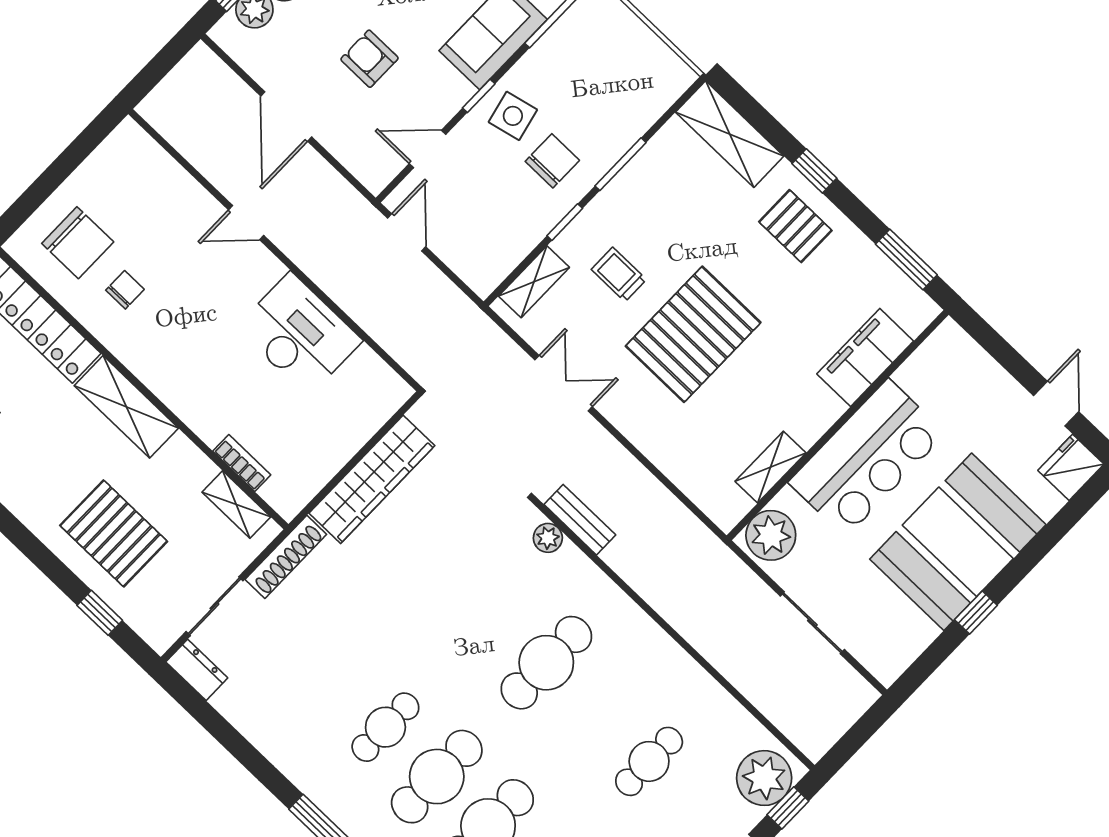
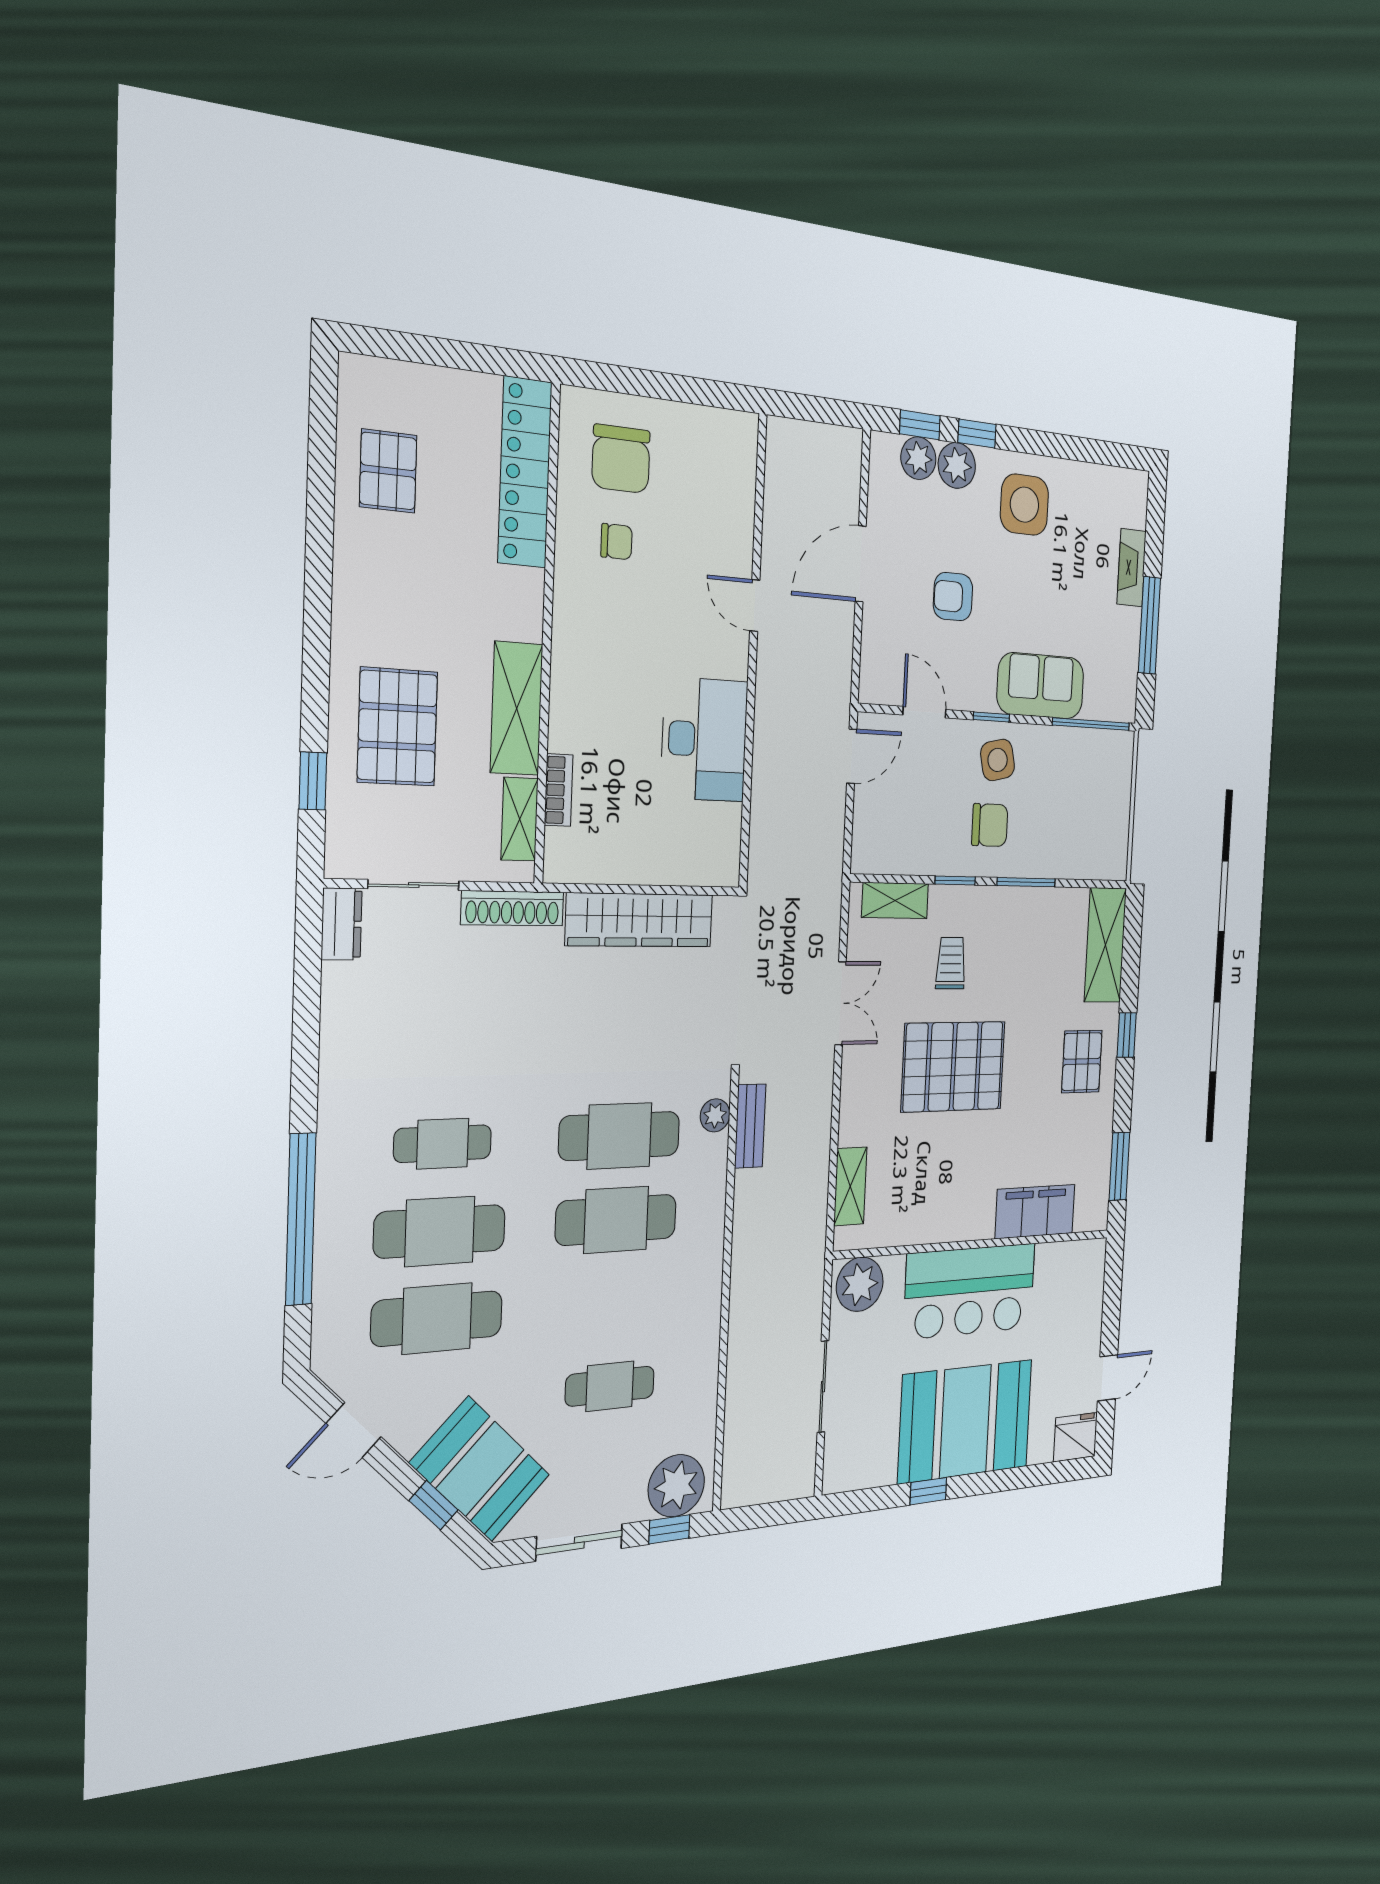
armchair: (369, 59) -> (953, 597), turned -90
shelving: (126, 407) -> (517, 708), moved
shelving: (771, 467) -> (850, 1186), moved, turned 90
cafe table: (495, 613) -> (620, 1136), added

